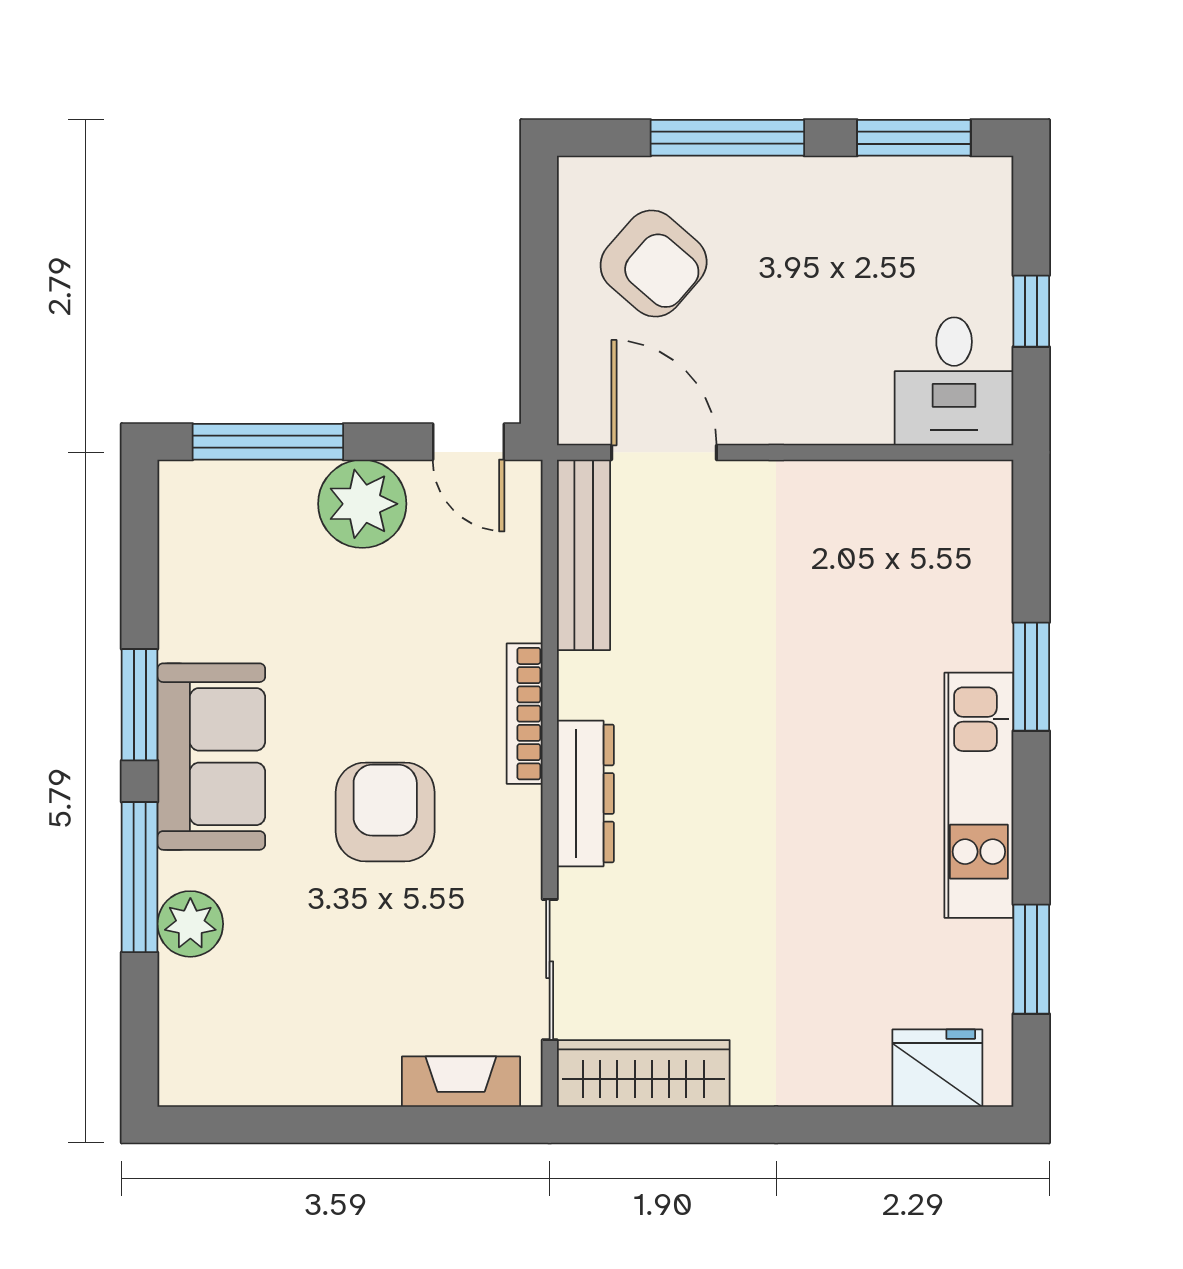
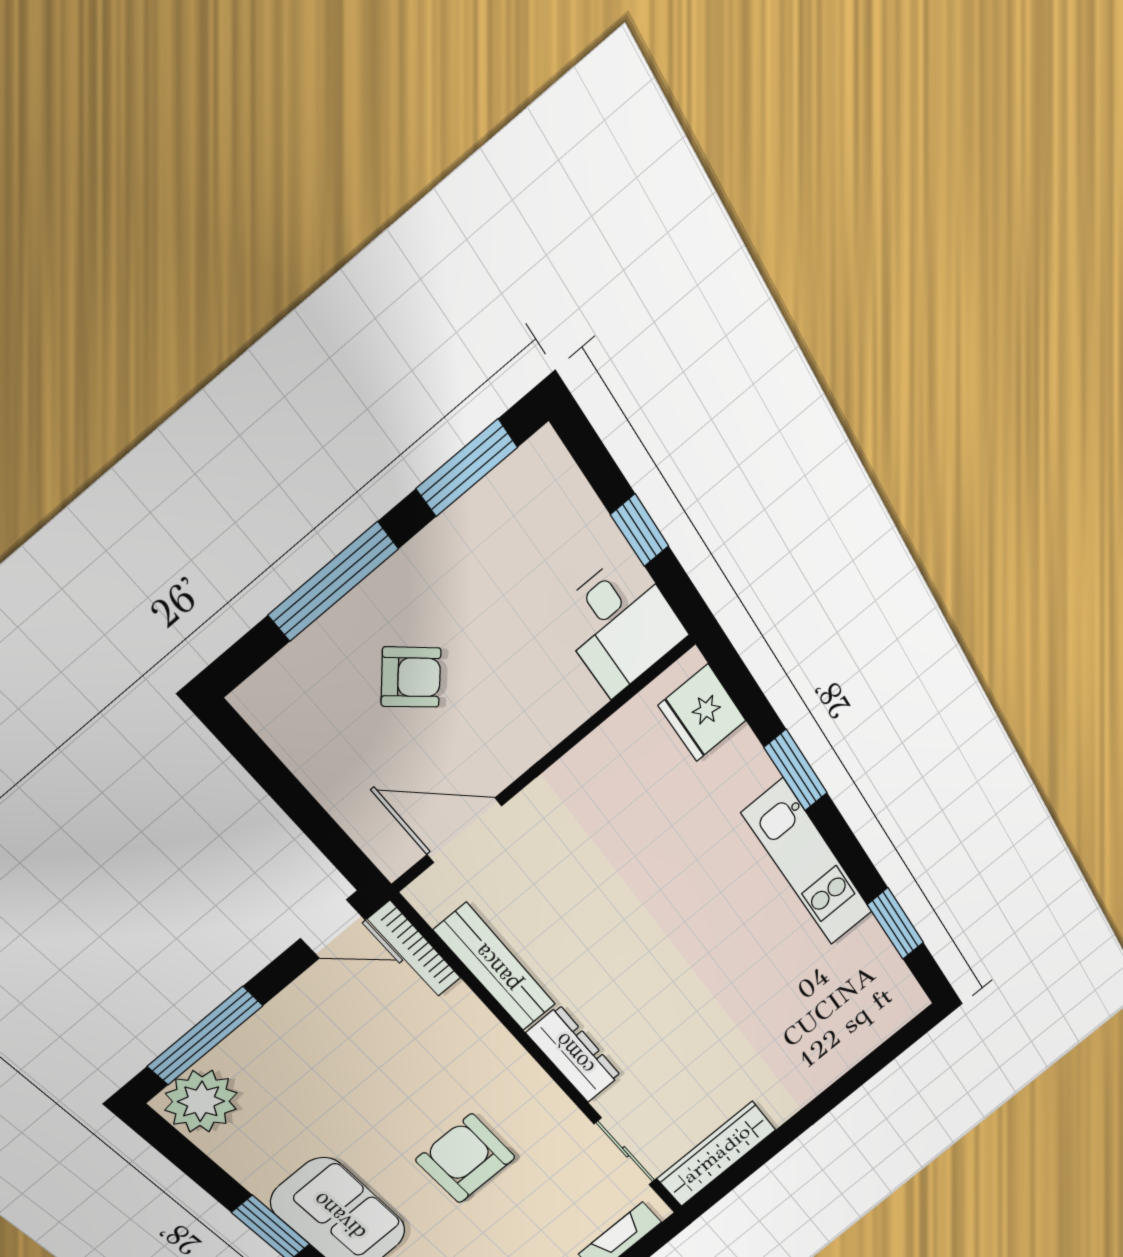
armchair: (654, 263) -> (411, 677), moved, width x0.72, depth x0.72
plant: (362, 504) -> (201, 1101), moved
bench: (583, 555) -> (496, 968), moved
bookcase: (525, 714) -> (415, 949), moved
fridge: (937, 1068) -> (702, 713), moved, turned -90

